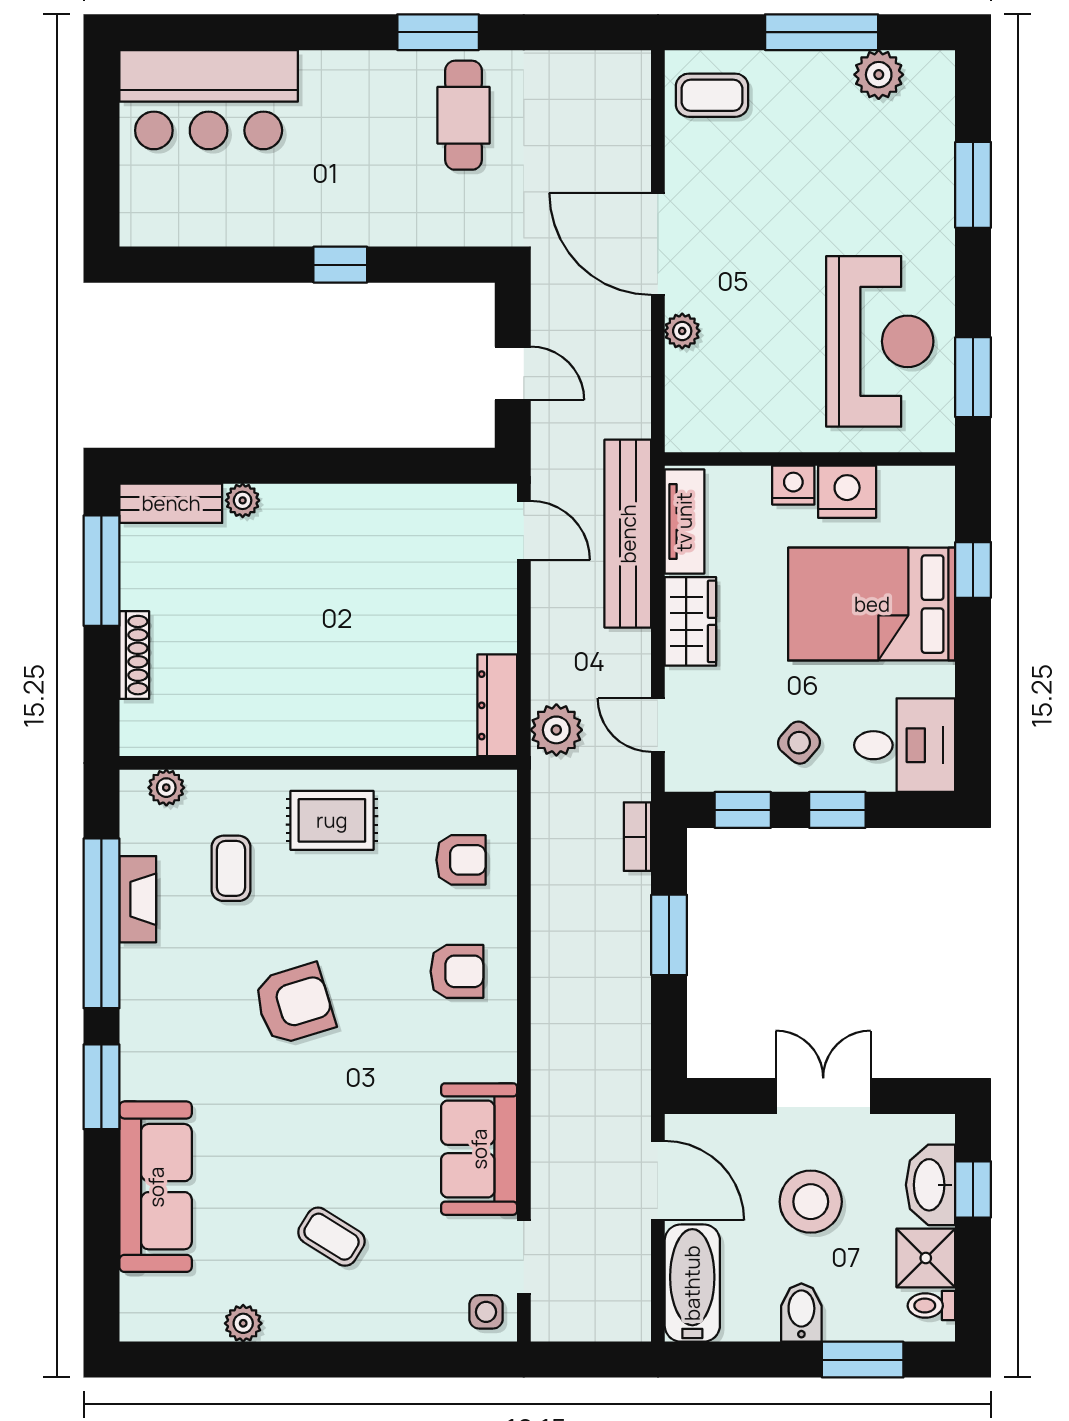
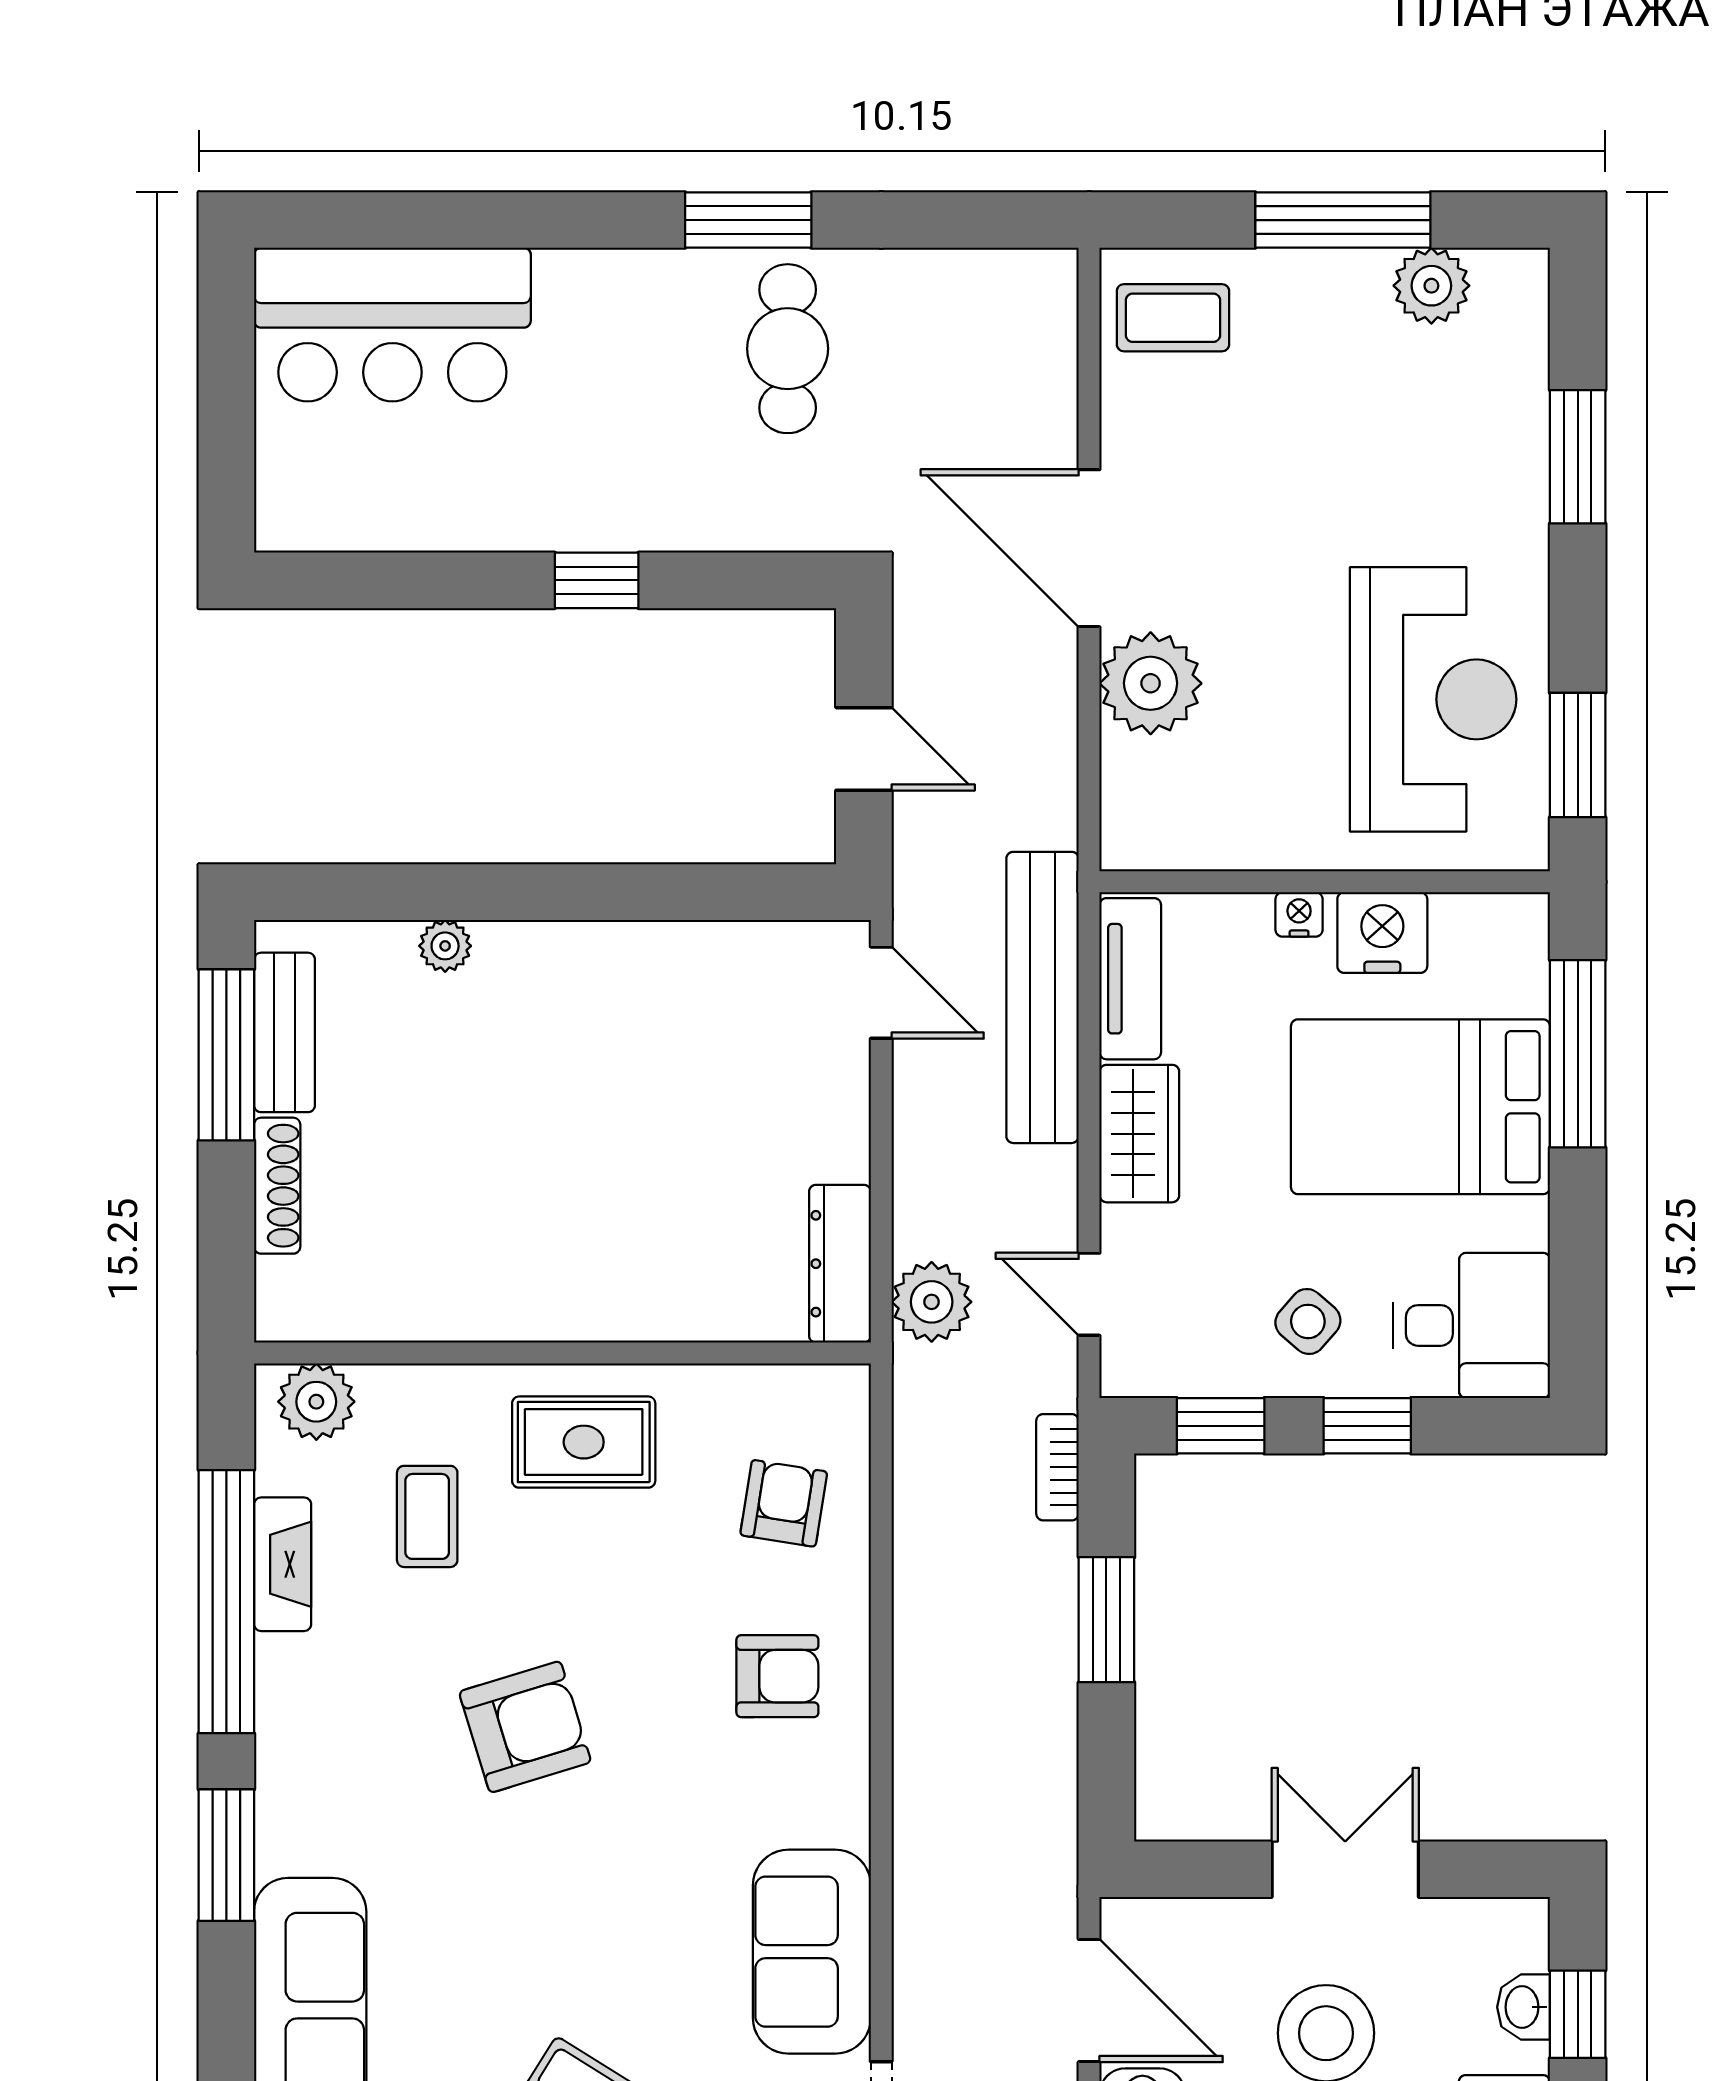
plant: (682, 331) -> (1151, 683), width x1.88, depth x1.88
nightstand: (793, 485) -> (1299, 914), width x0.72, depth x0.74
bench: (171, 503) -> (285, 1032), moved, turned 90
window: (973, 570) -> (1578, 1054), width x2.17
plant: (166, 788) -> (316, 1402), width x1.38, depth x1.38
armchair: (461, 860) -> (784, 1503), turned -81
washbasin: (931, 1185) -> (1524, 2007), width x0.52, depth x0.69

